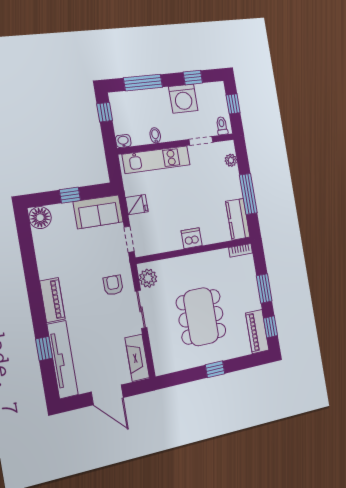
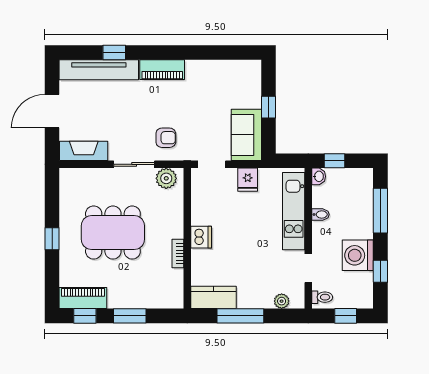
window: (105, 112) -> (335, 161), moved
floor lamp: (40, 218) -> (250, 71), removed
bookcase: (241, 250) -> (178, 253), moved

